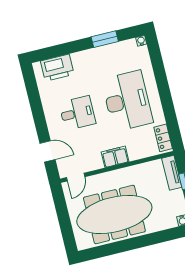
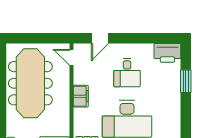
window: (105, 39) -> (186, 81), moved
printer: (57, 68) -> (167, 53), moved, turned -90

